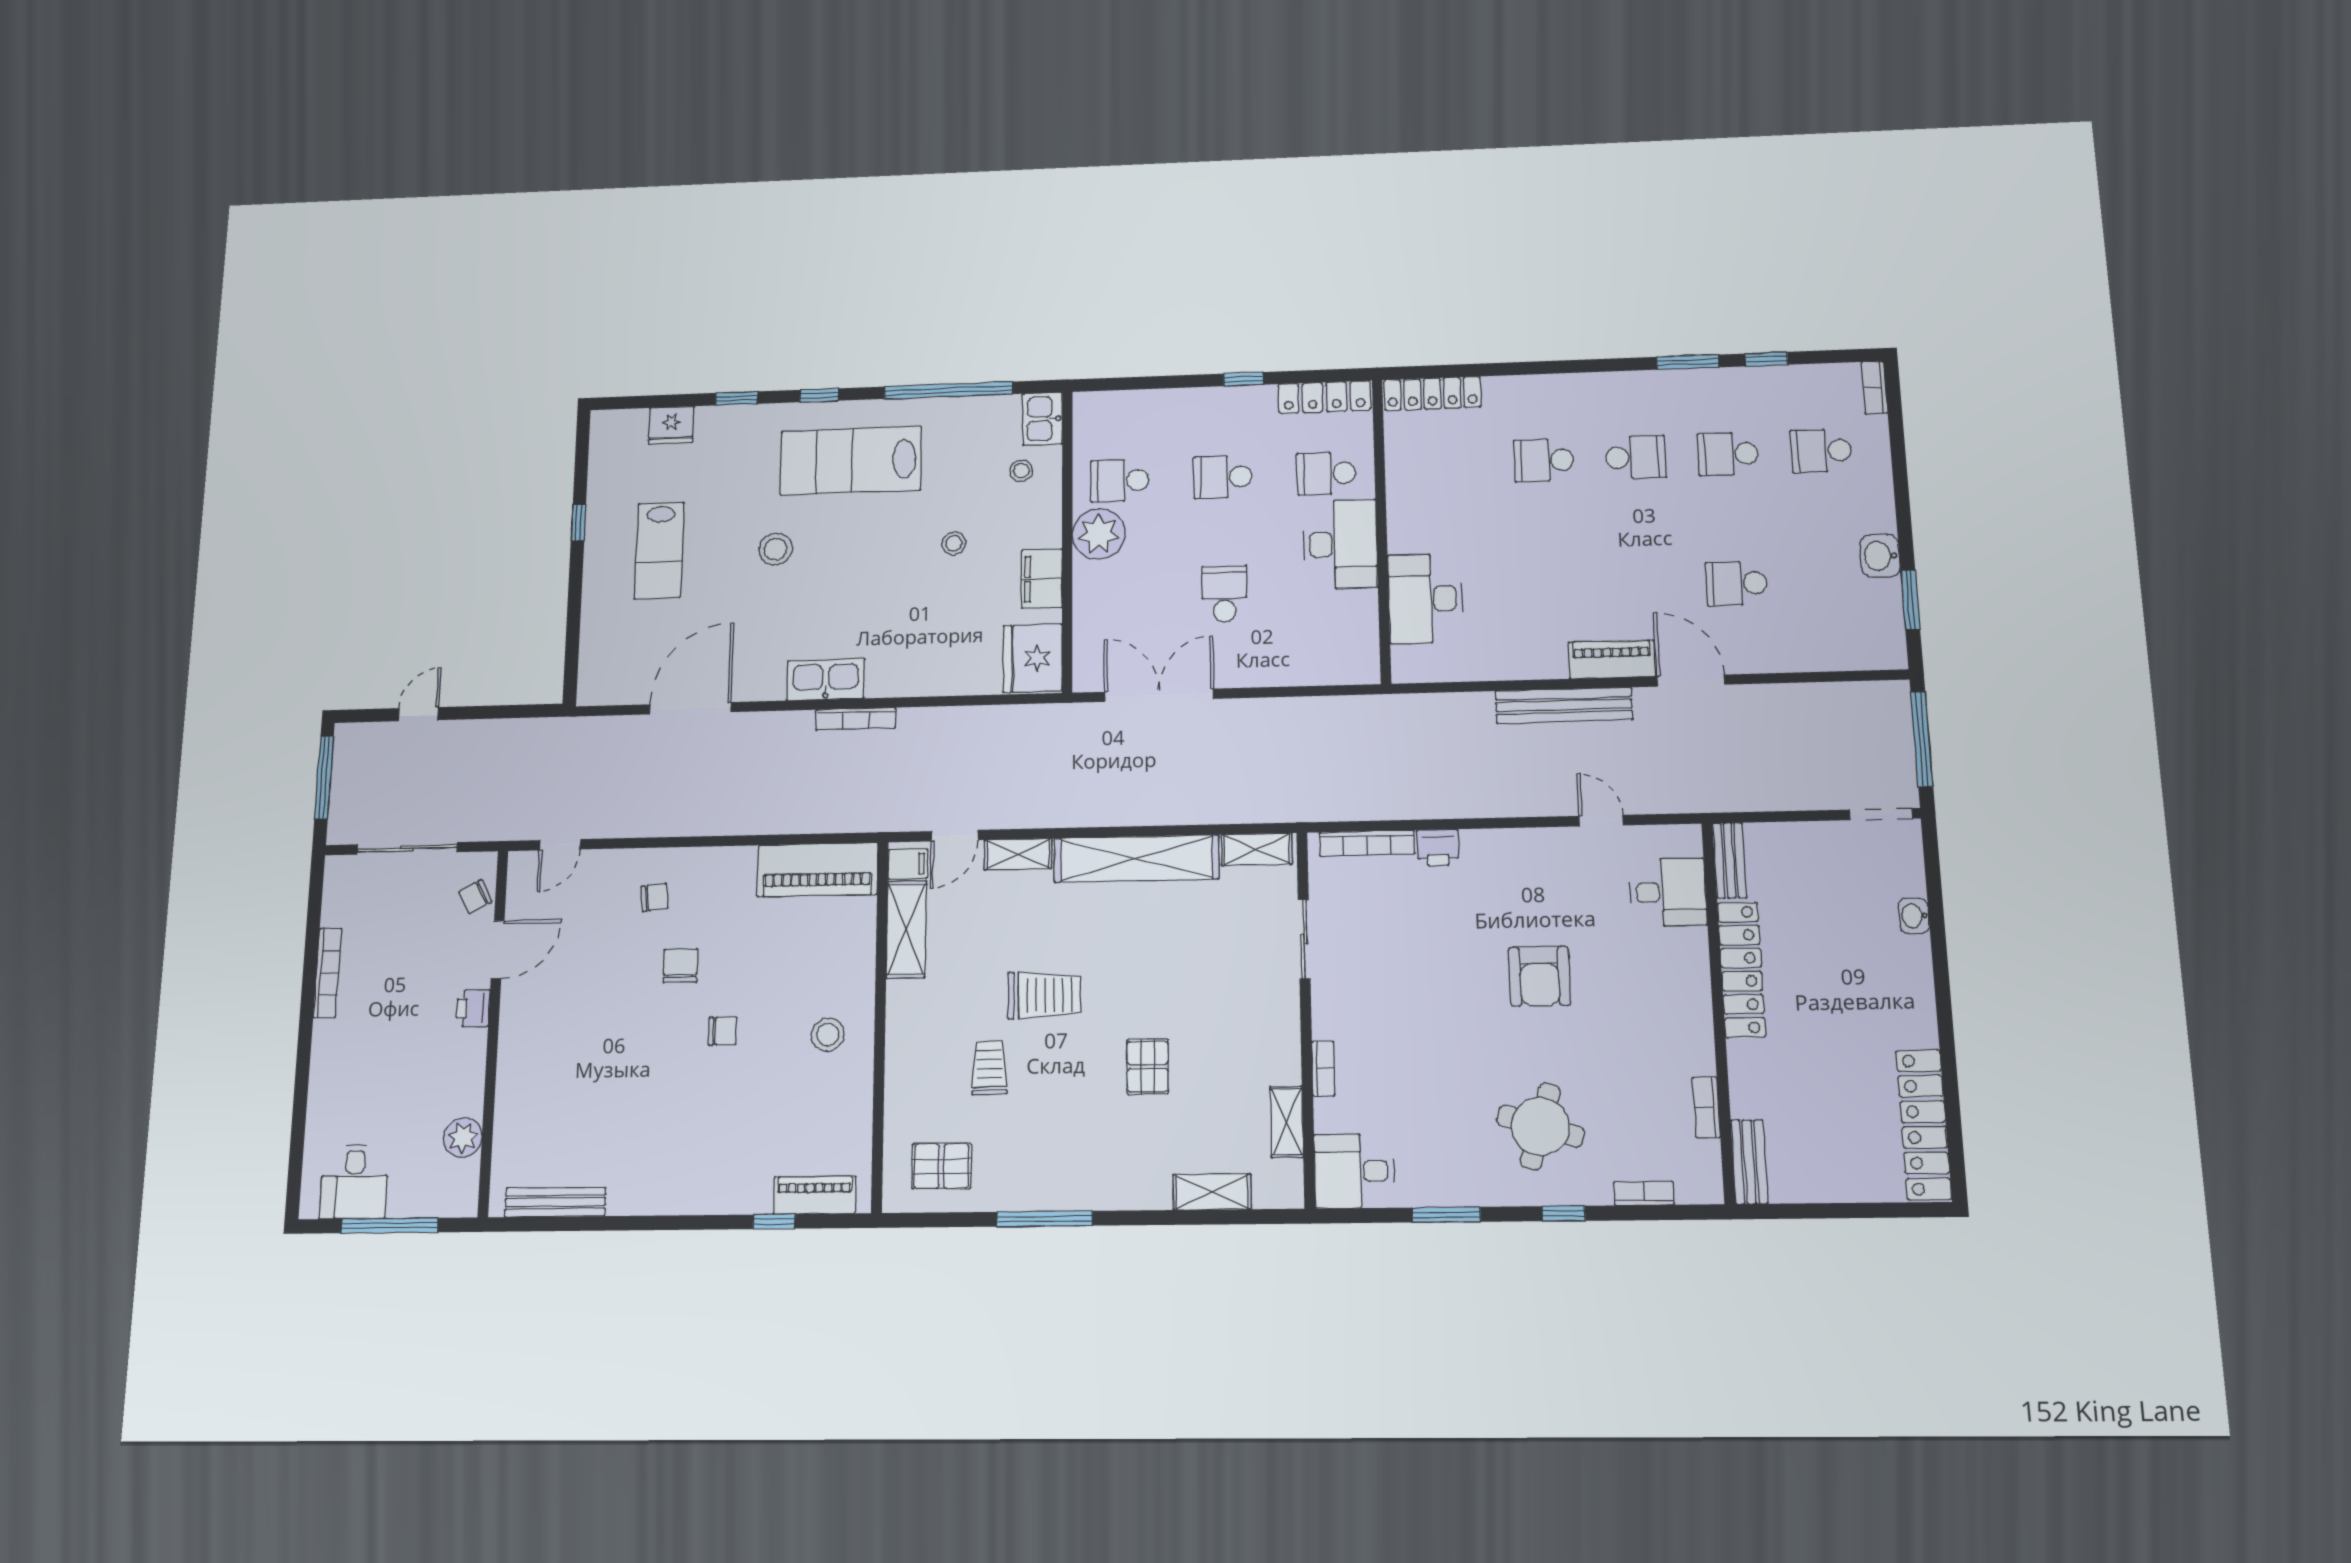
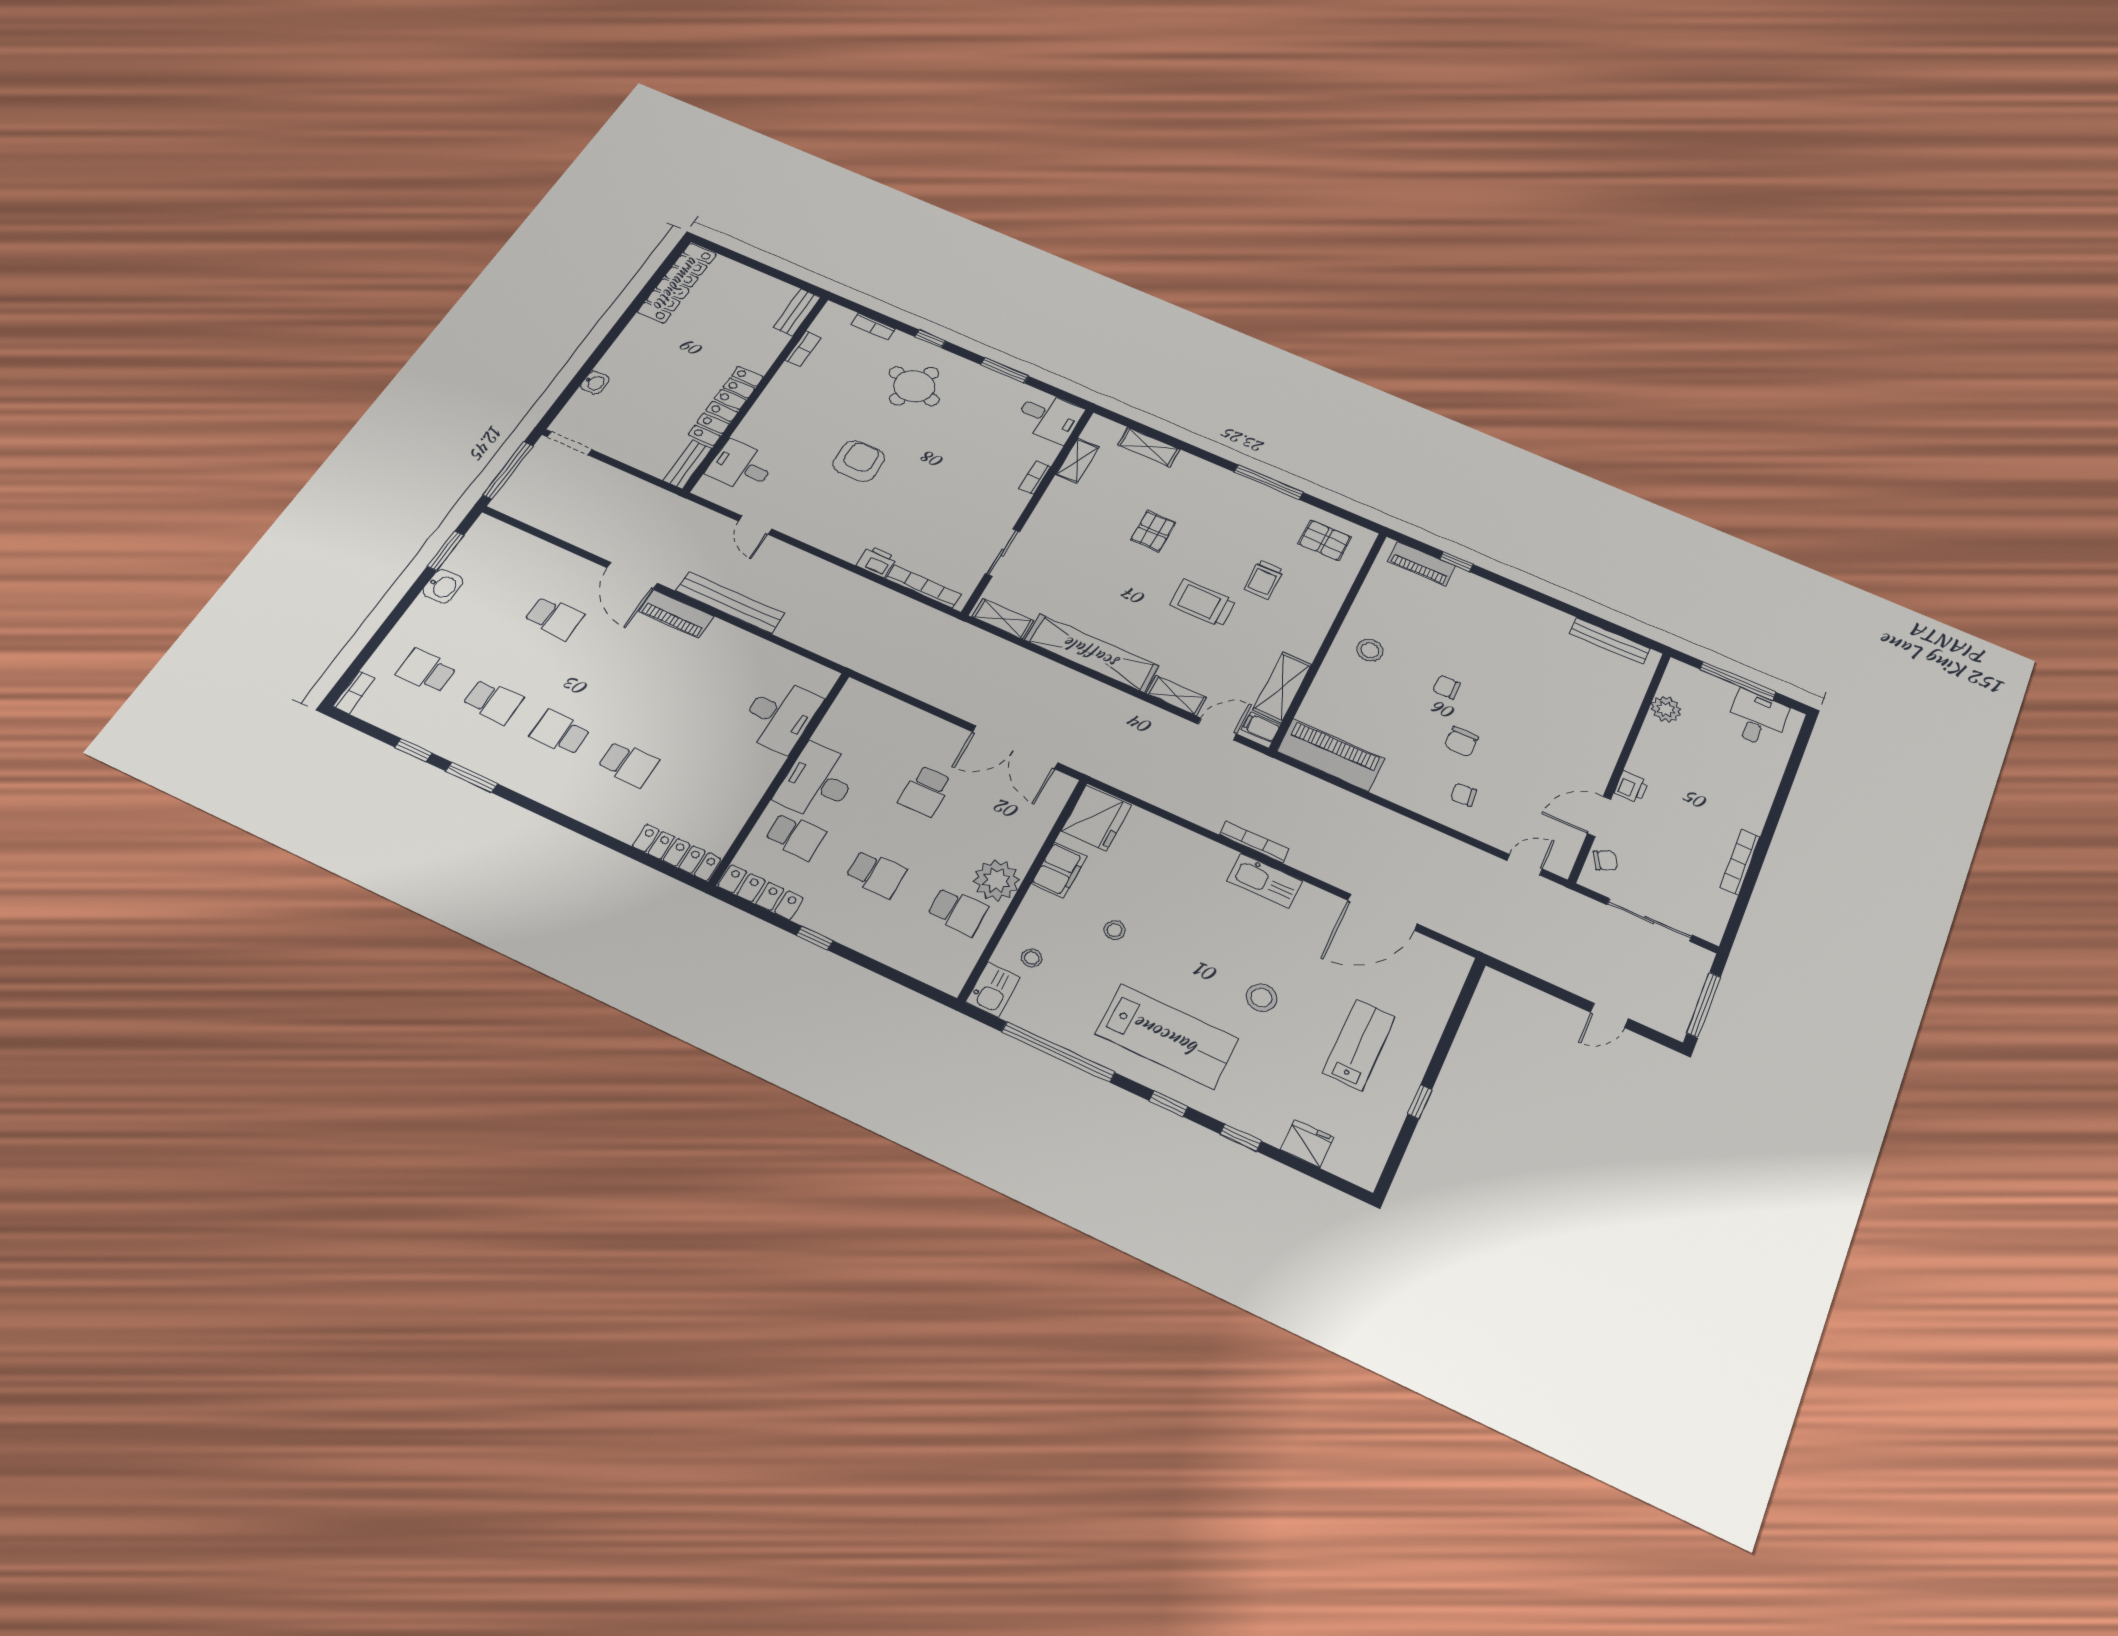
school desk: (1821, 451) -> (426, 671), turned 180

